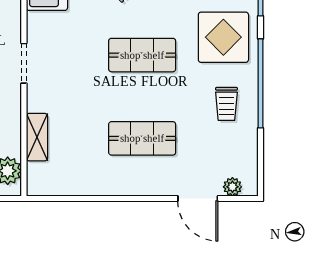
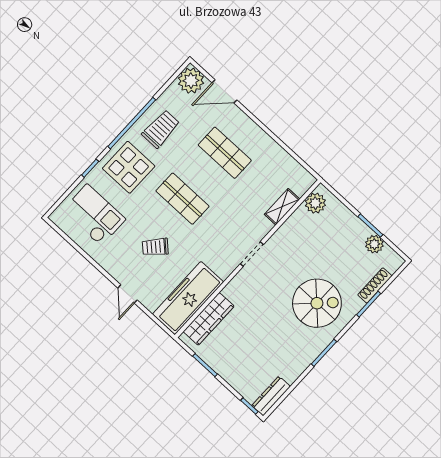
trolley: (226, 104) -> (161, 129), width x1.36, depth x1.39
plant: (232, 187) -> (191, 81), width x1.87, depth x1.87
door: (198, 198) -> (224, 91), swing flipped

